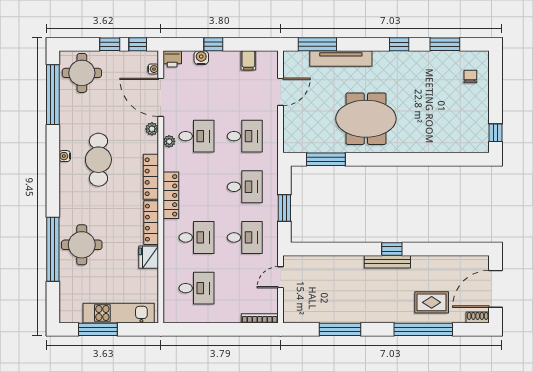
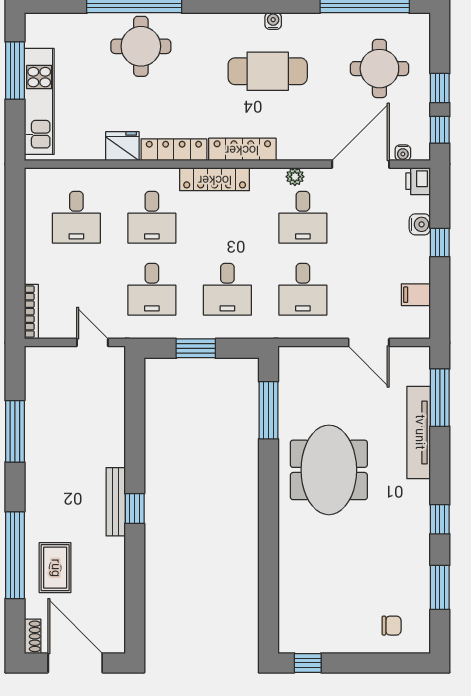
round table: (82, 73) -> (379, 69), moved
plant: (152, 129) -> (314, 151), removed

